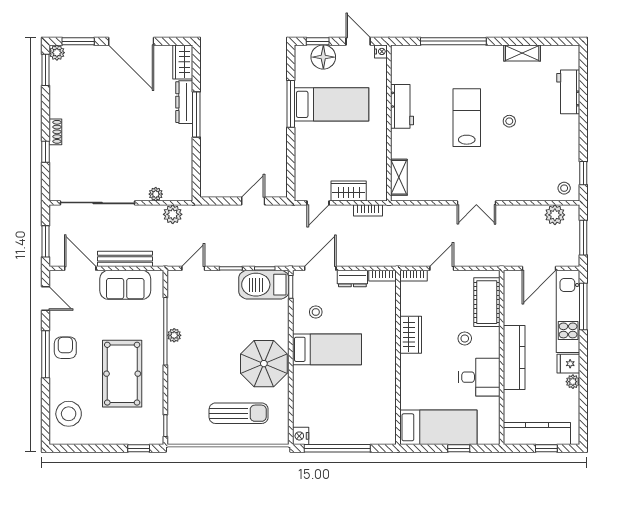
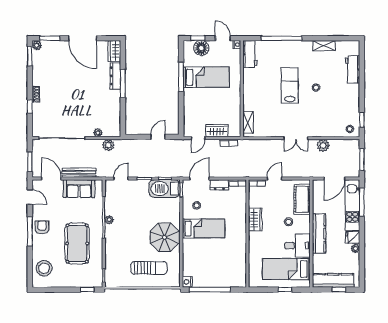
workbench: (402, 106) -> (250, 54), moved
plant: (555, 215) -> (323, 145), moved
bed: (438, 427) -> (286, 269), moved, turned 180

